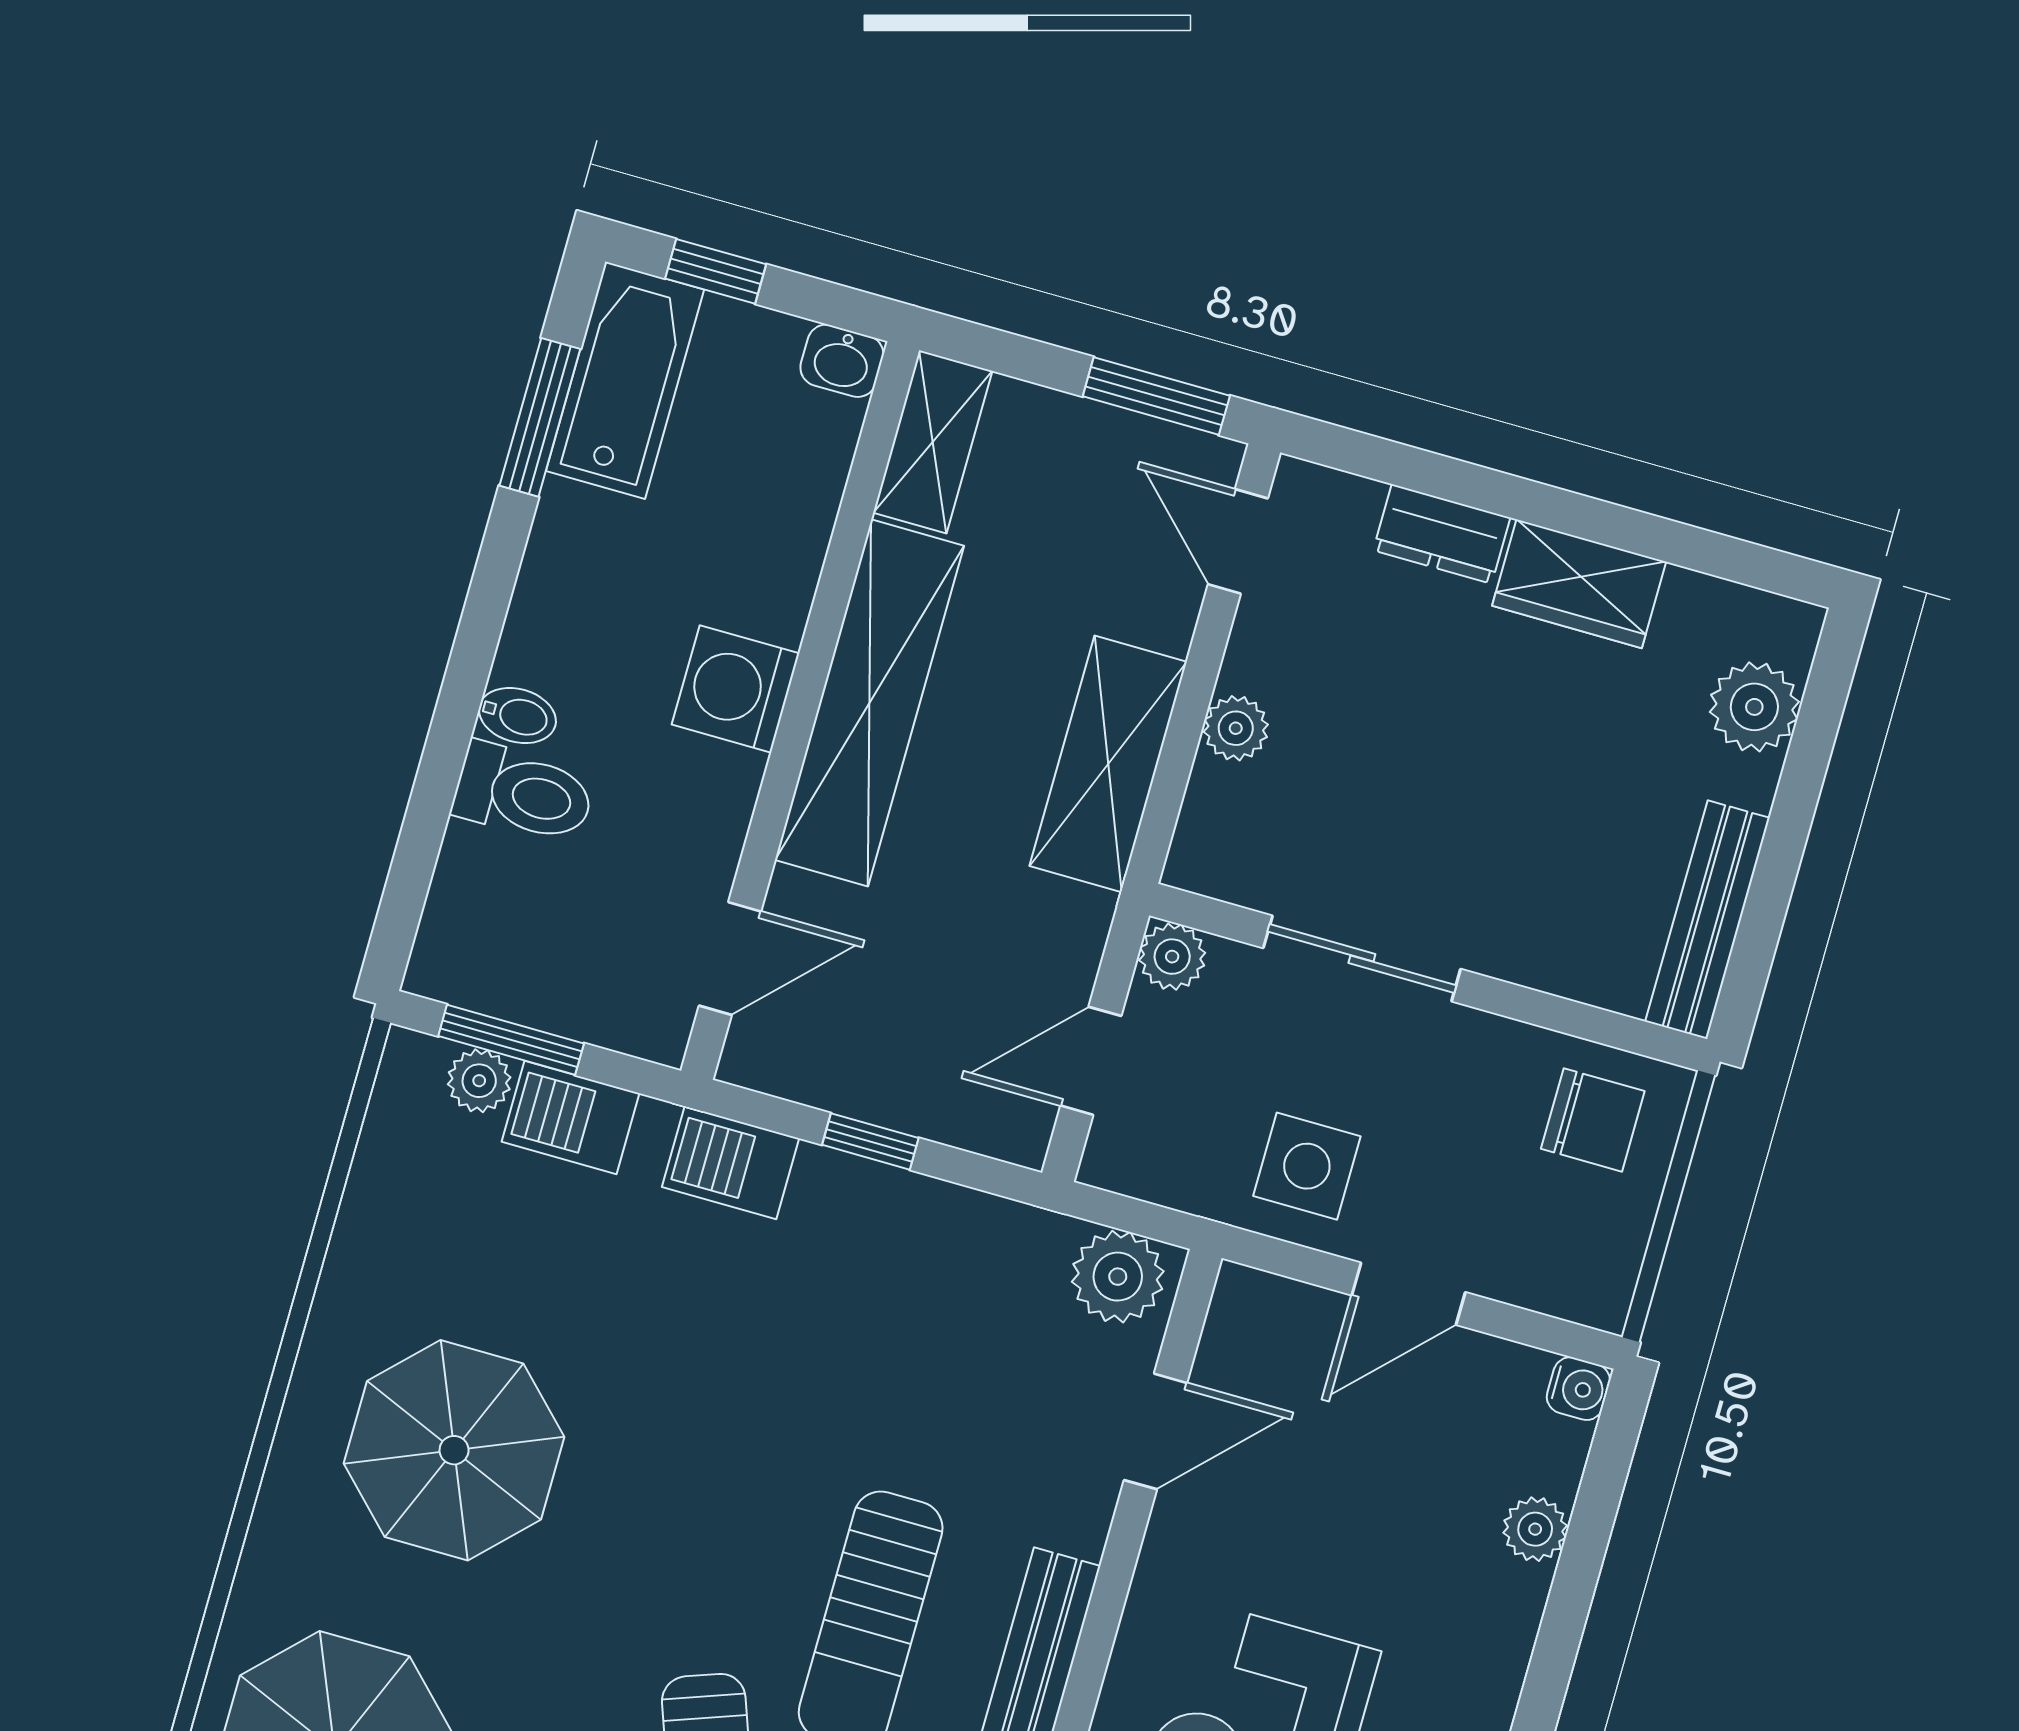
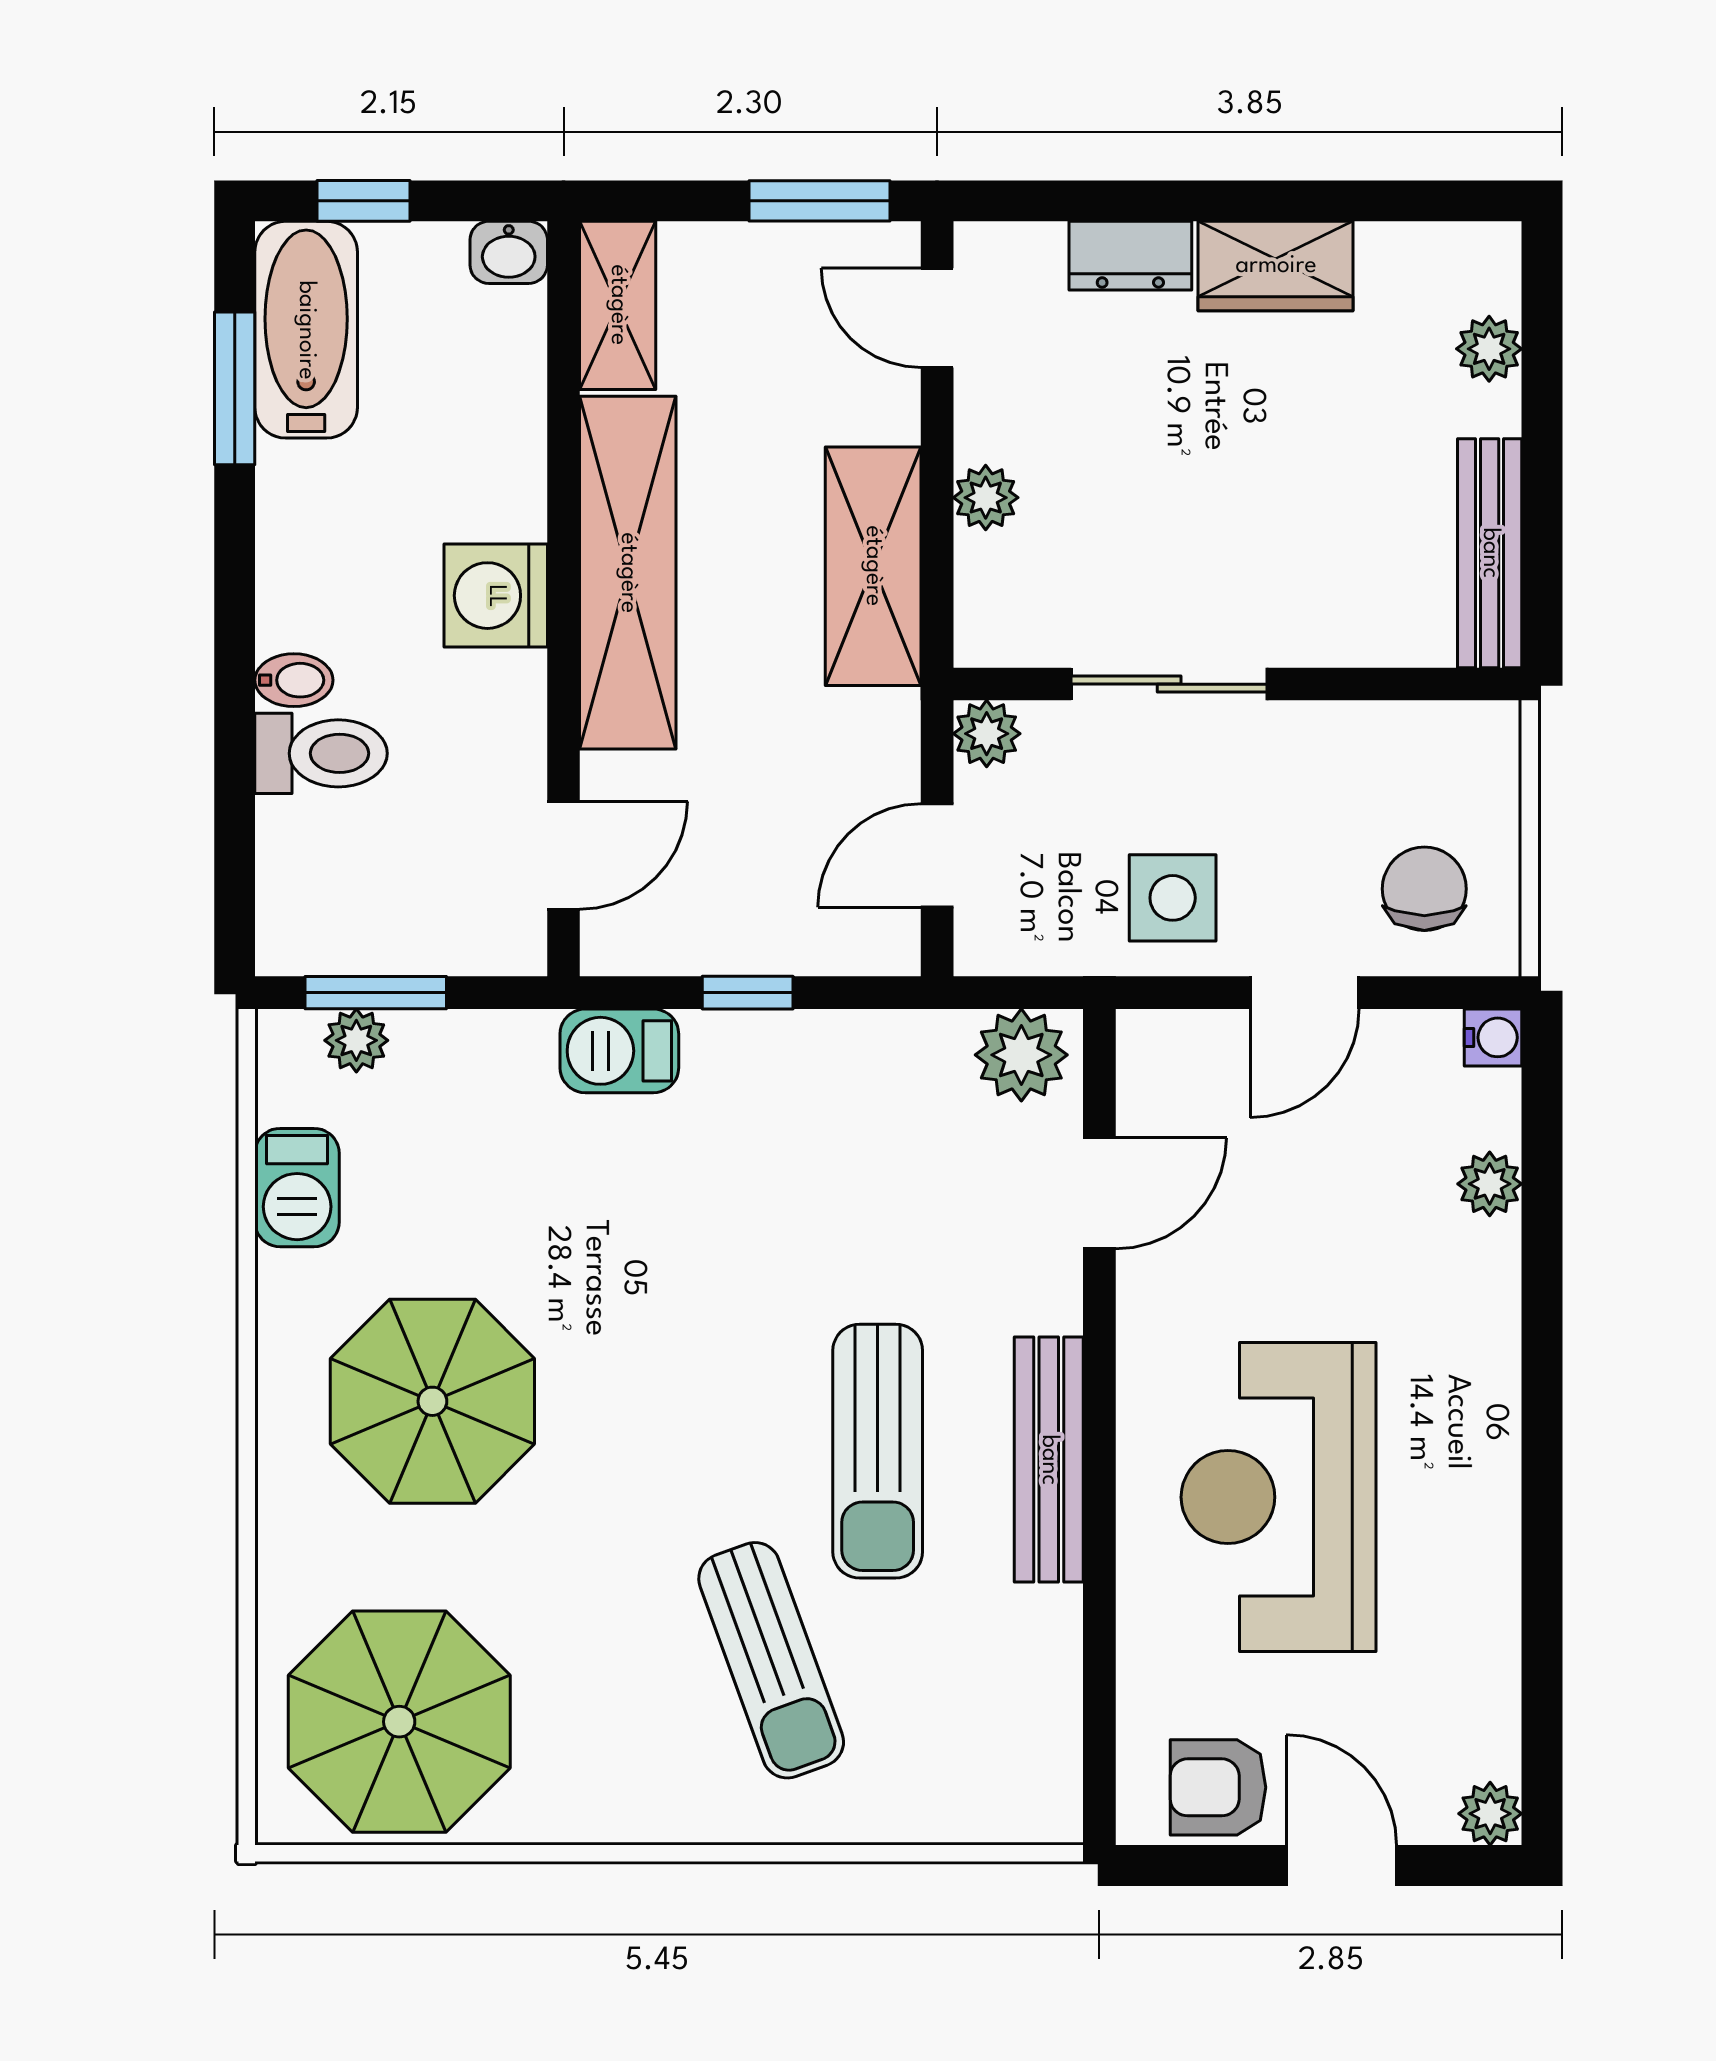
plant: (1754, 707) -> (1489, 349), width x0.73, depth x0.73
barbecue: (570, 1117) -> (297, 1188), moved, turned -90
chair: (1593, 1120) -> (1424, 889), moved, turned -90

